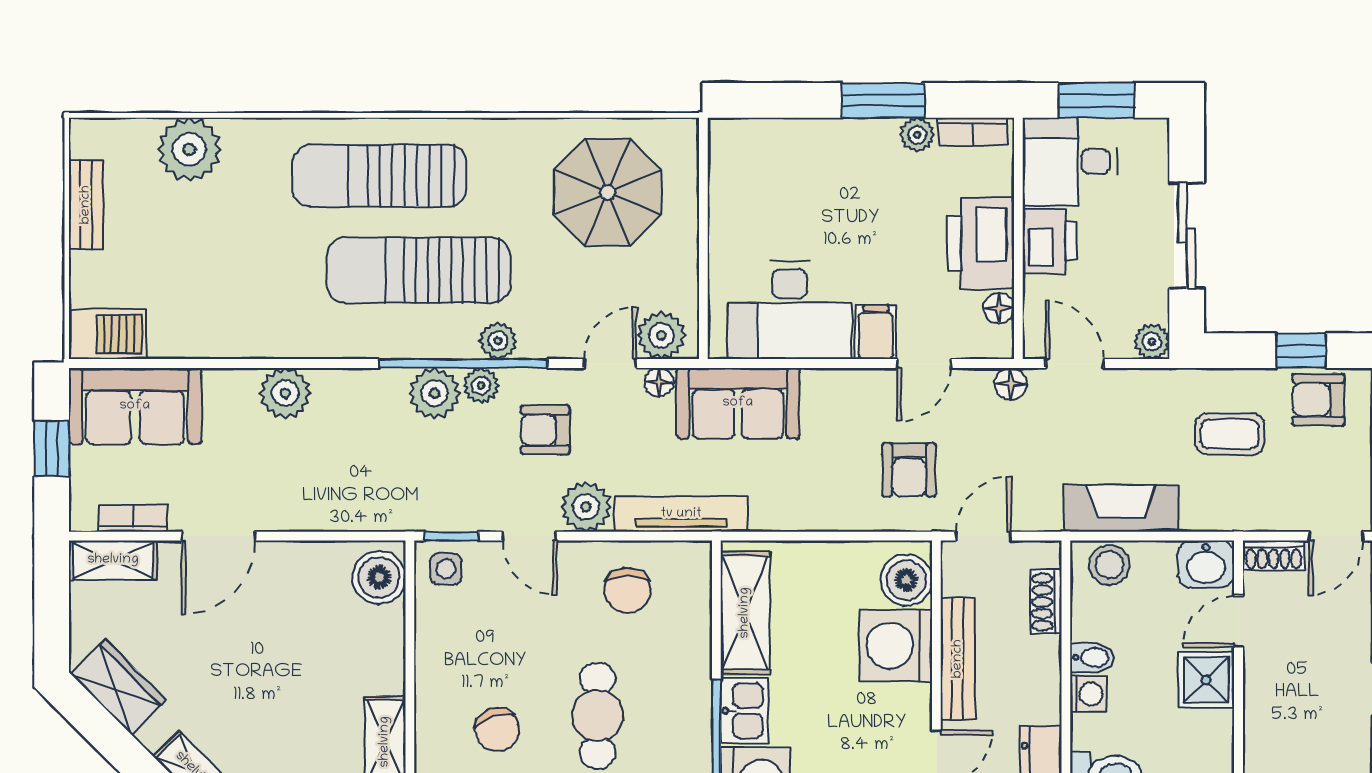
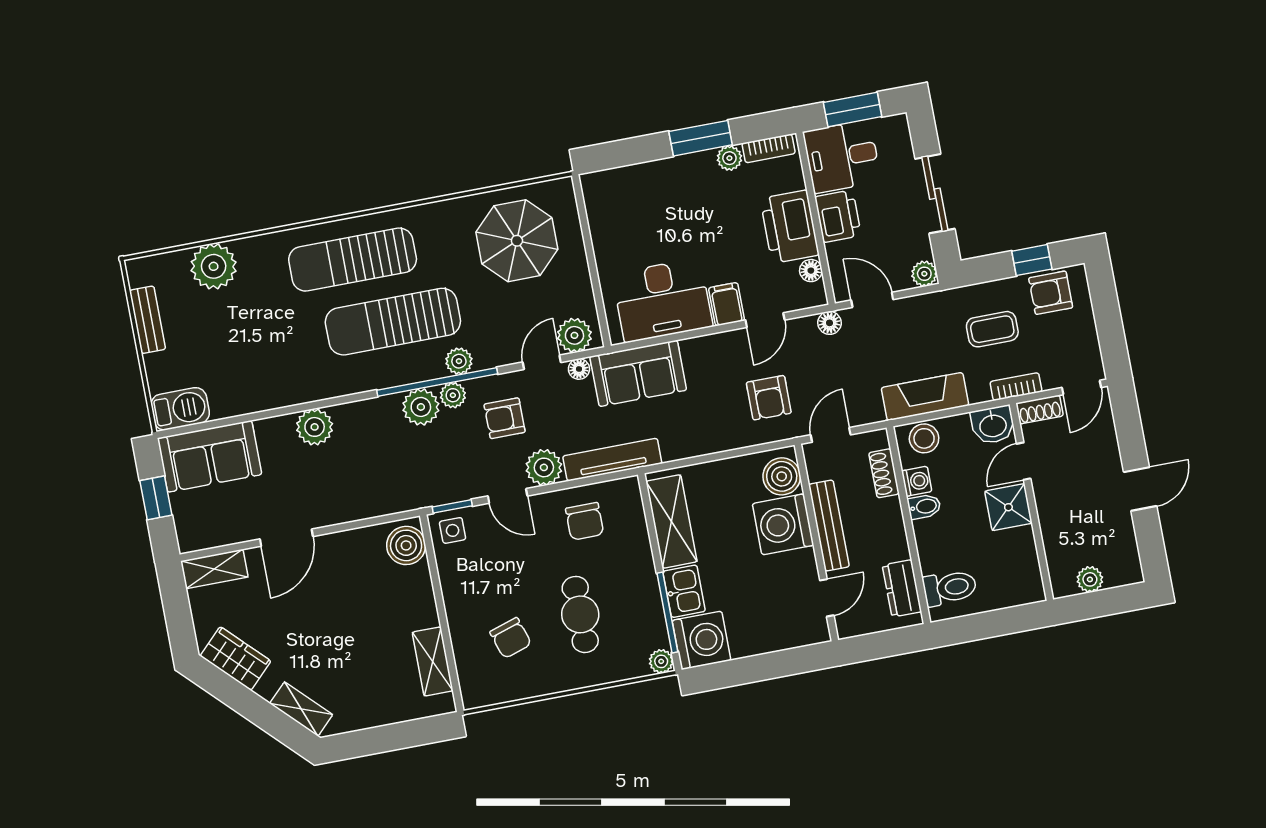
bookcase: (133, 518) -> (1016, 387), moved
washing machine: (1088, 694) -> (917, 481), moved

